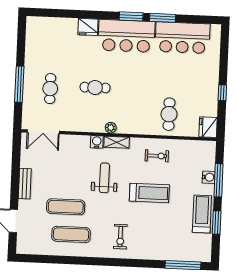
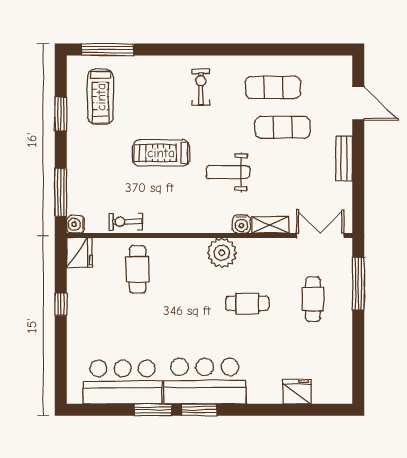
fridge: (88, 27) -> (297, 392), moved
window: (19, 84) -> (358, 284), moved
plant: (111, 128) -> (222, 253), width x1.88, depth x1.88
shelving: (117, 142) -> (270, 225), moved
exercise bike: (157, 156) -> (126, 222), moved
water cooler: (209, 177) -> (76, 224), moved
weight bench: (104, 178) -> (228, 172), turned 90
window: (219, 180) -> (61, 193), moved
treadmill: (202, 214) -> (101, 97), moved

